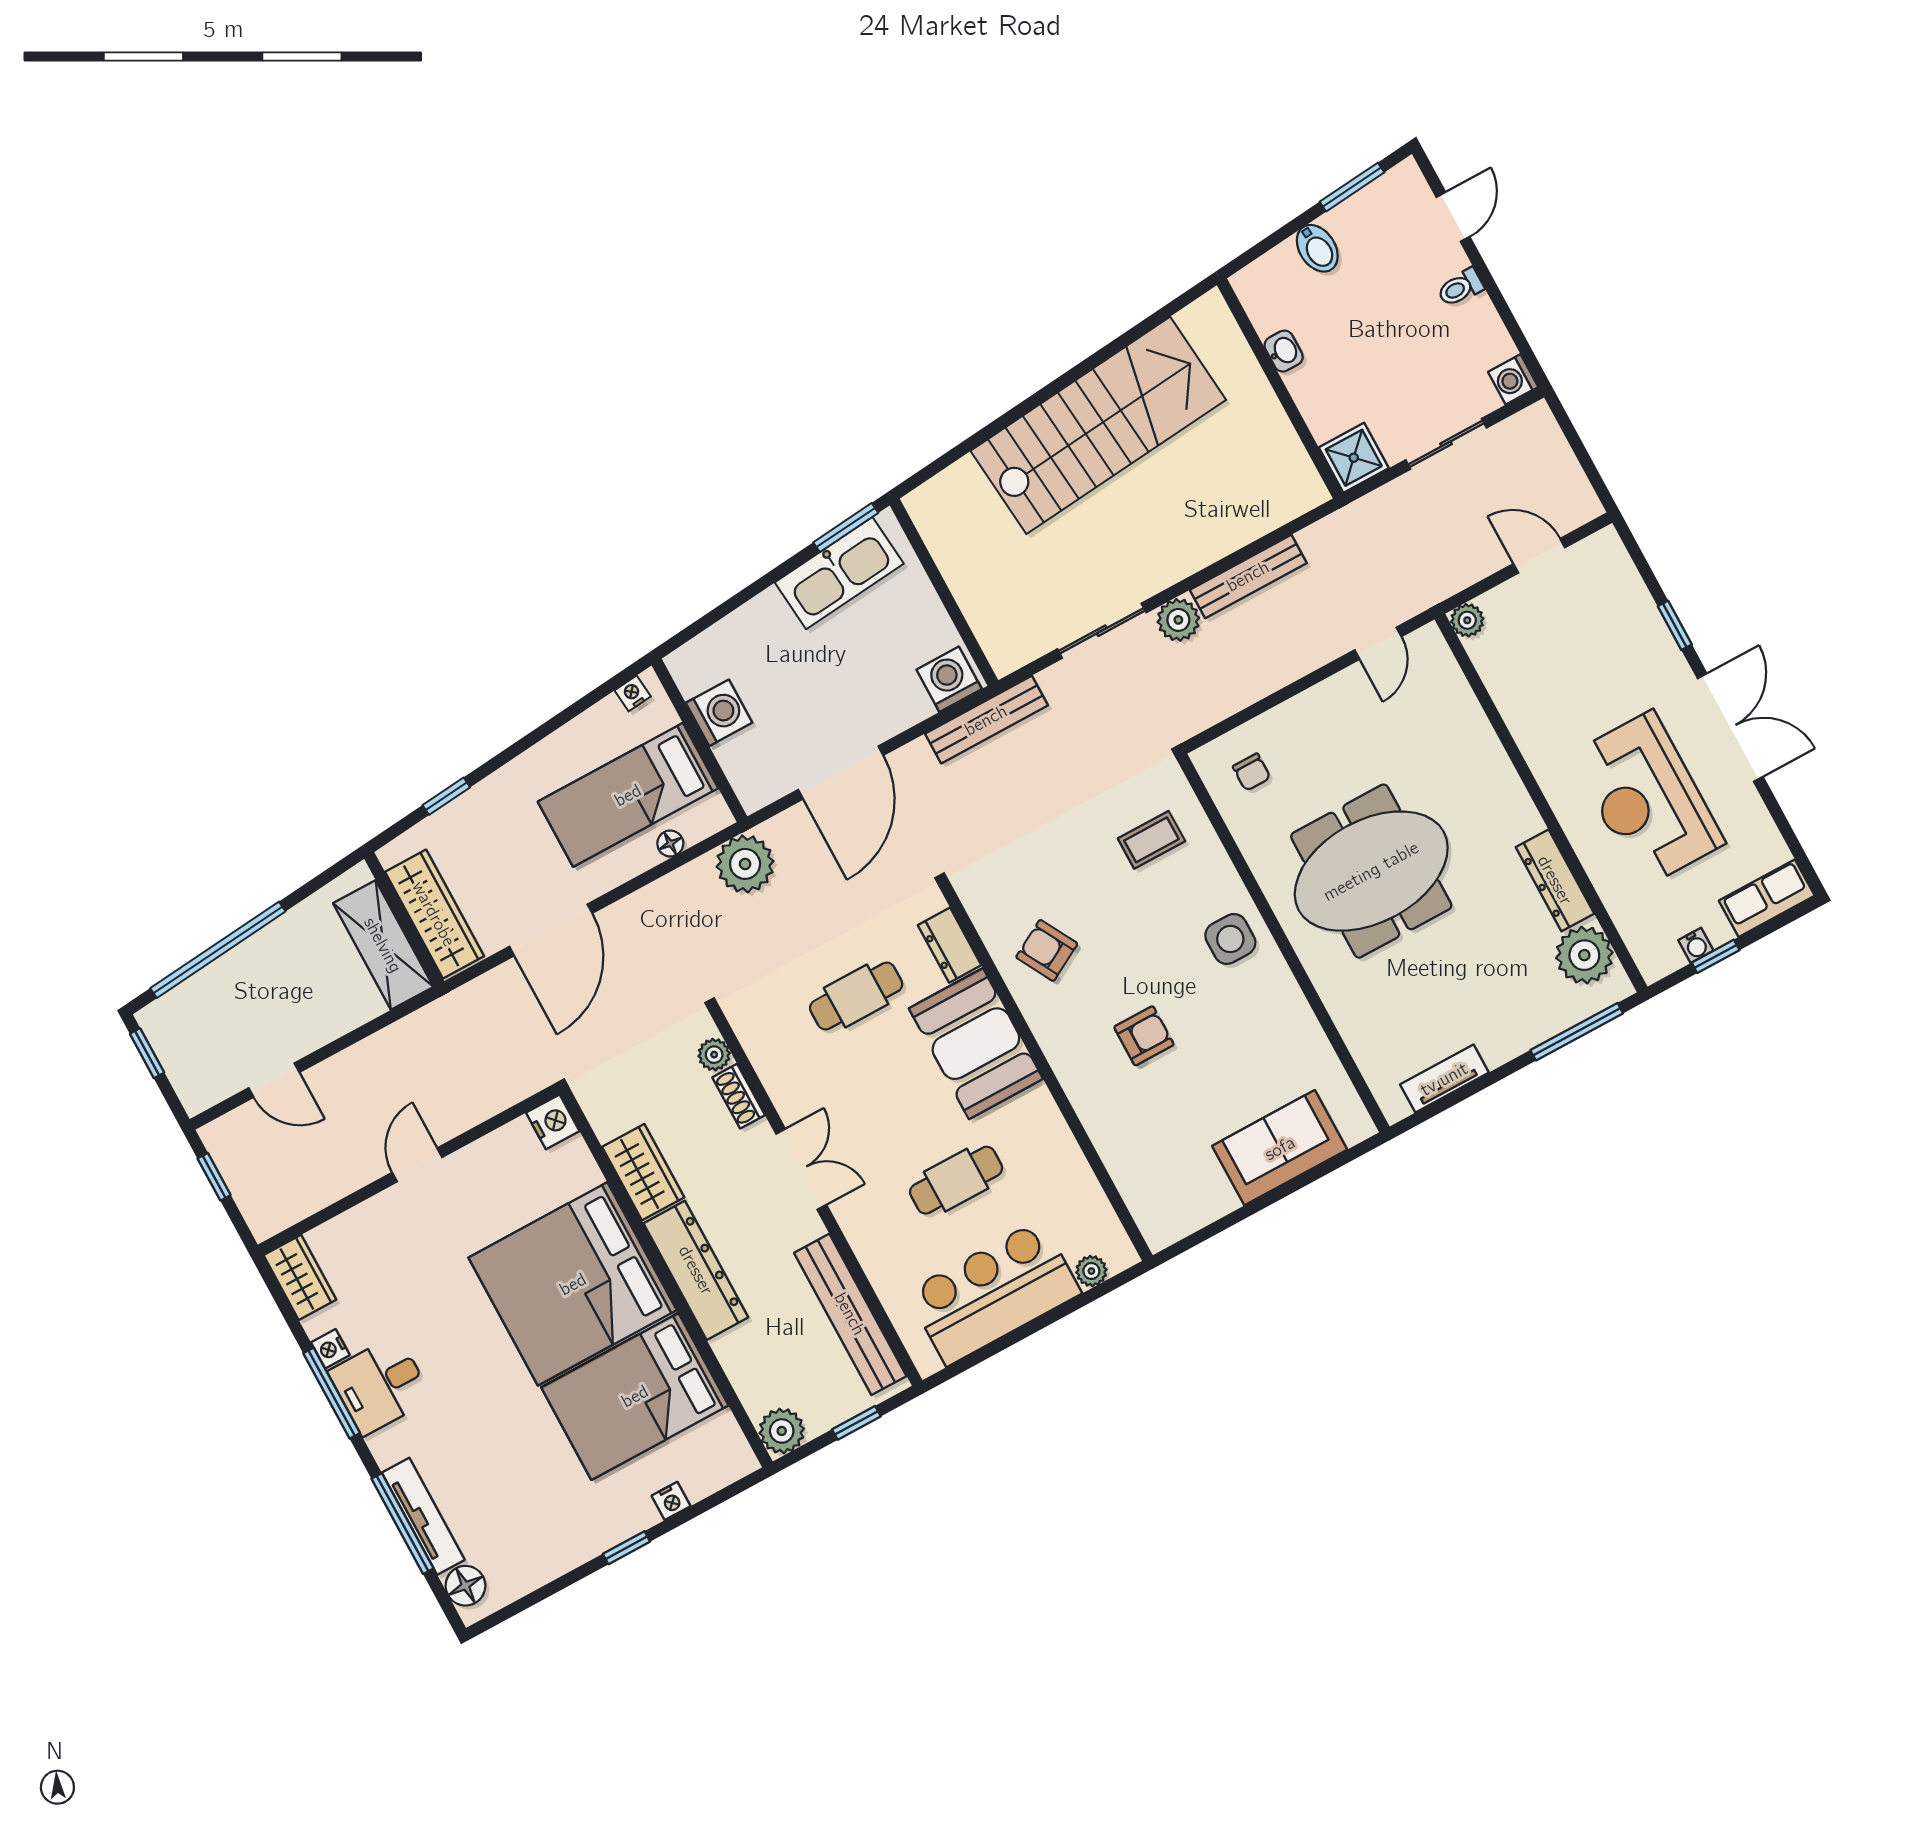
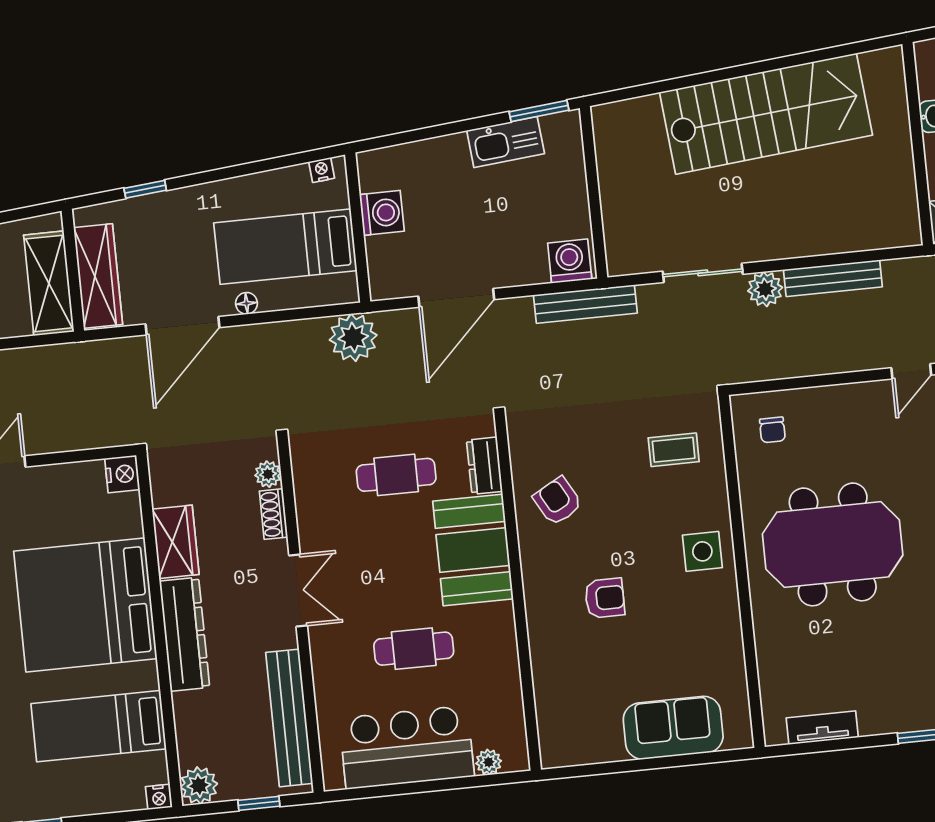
kitchen sink: (839, 573) -> (506, 142), width x0.73, depth x0.81
floor lamp: (670, 843) -> (246, 303), moved
bed: (635, 1396) -> (99, 726), width x0.67
nightstand: (671, 1501) -> (159, 797), moved

